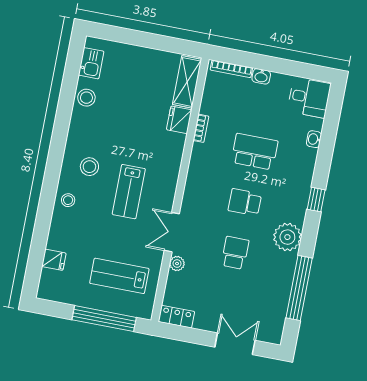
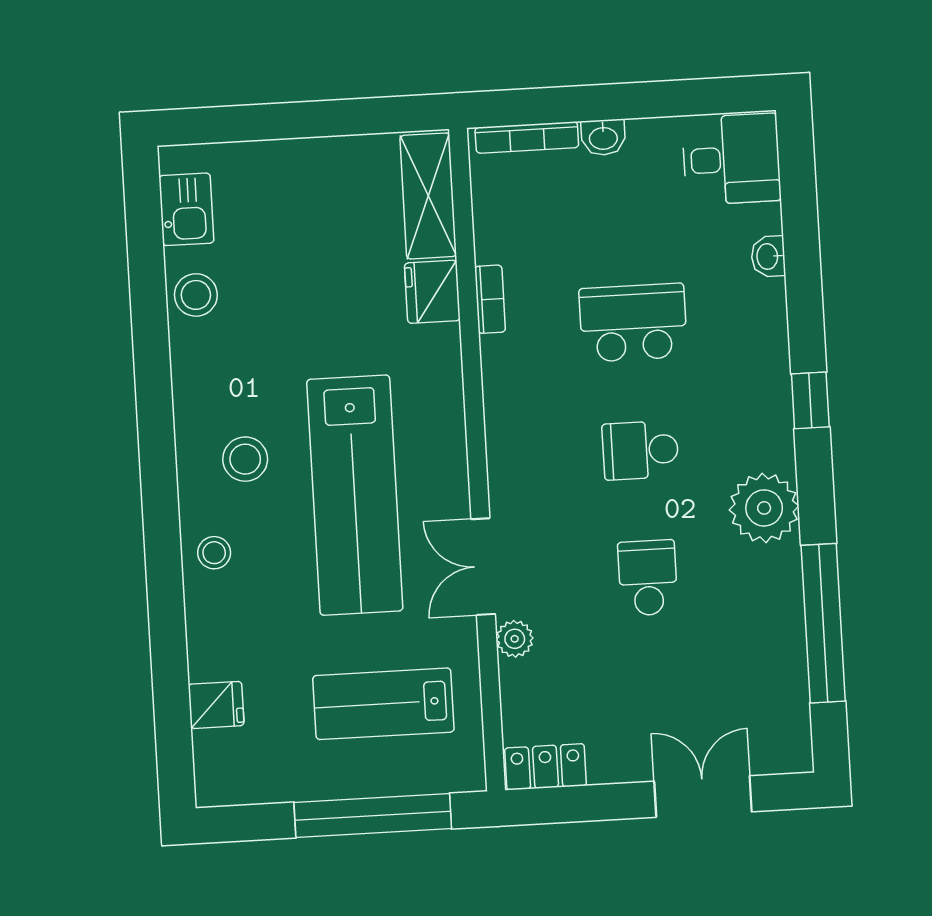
lab bench: (129, 192) -> (355, 495), width x1.86, depth x1.39

